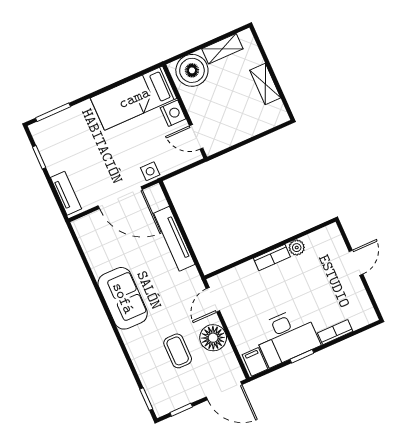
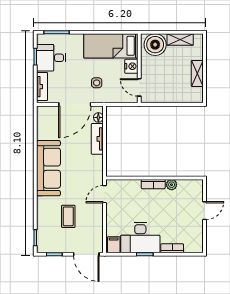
desk: (61, 149) -> (51, 58), added
side table: (150, 171) -> (97, 83), moved
door: (120, 198) -> (75, 104), hinge flipped
tv unit: (174, 239) -> (97, 139), width x0.71
sofa: (123, 298) -> (48, 168), width x1.36
floor lamp: (213, 338) -> (98, 117), moved, width x0.53, depth x0.53

